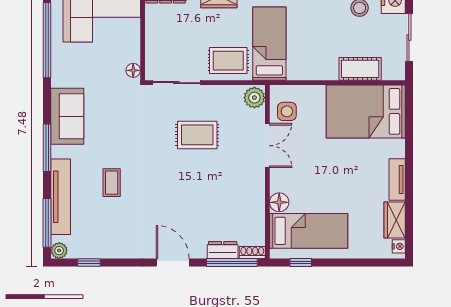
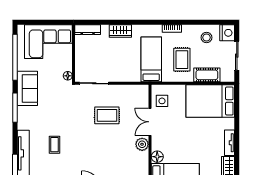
rug: (228, 61) -> (182, 60), moved, turned 90
plant: (254, 98) -> (142, 144), moved
sofa: (67, 116) -> (27, 88), moved
double door: (267, 146) -> (150, 122), swing flipped
window: (47, 148) -> (15, 108), moved

